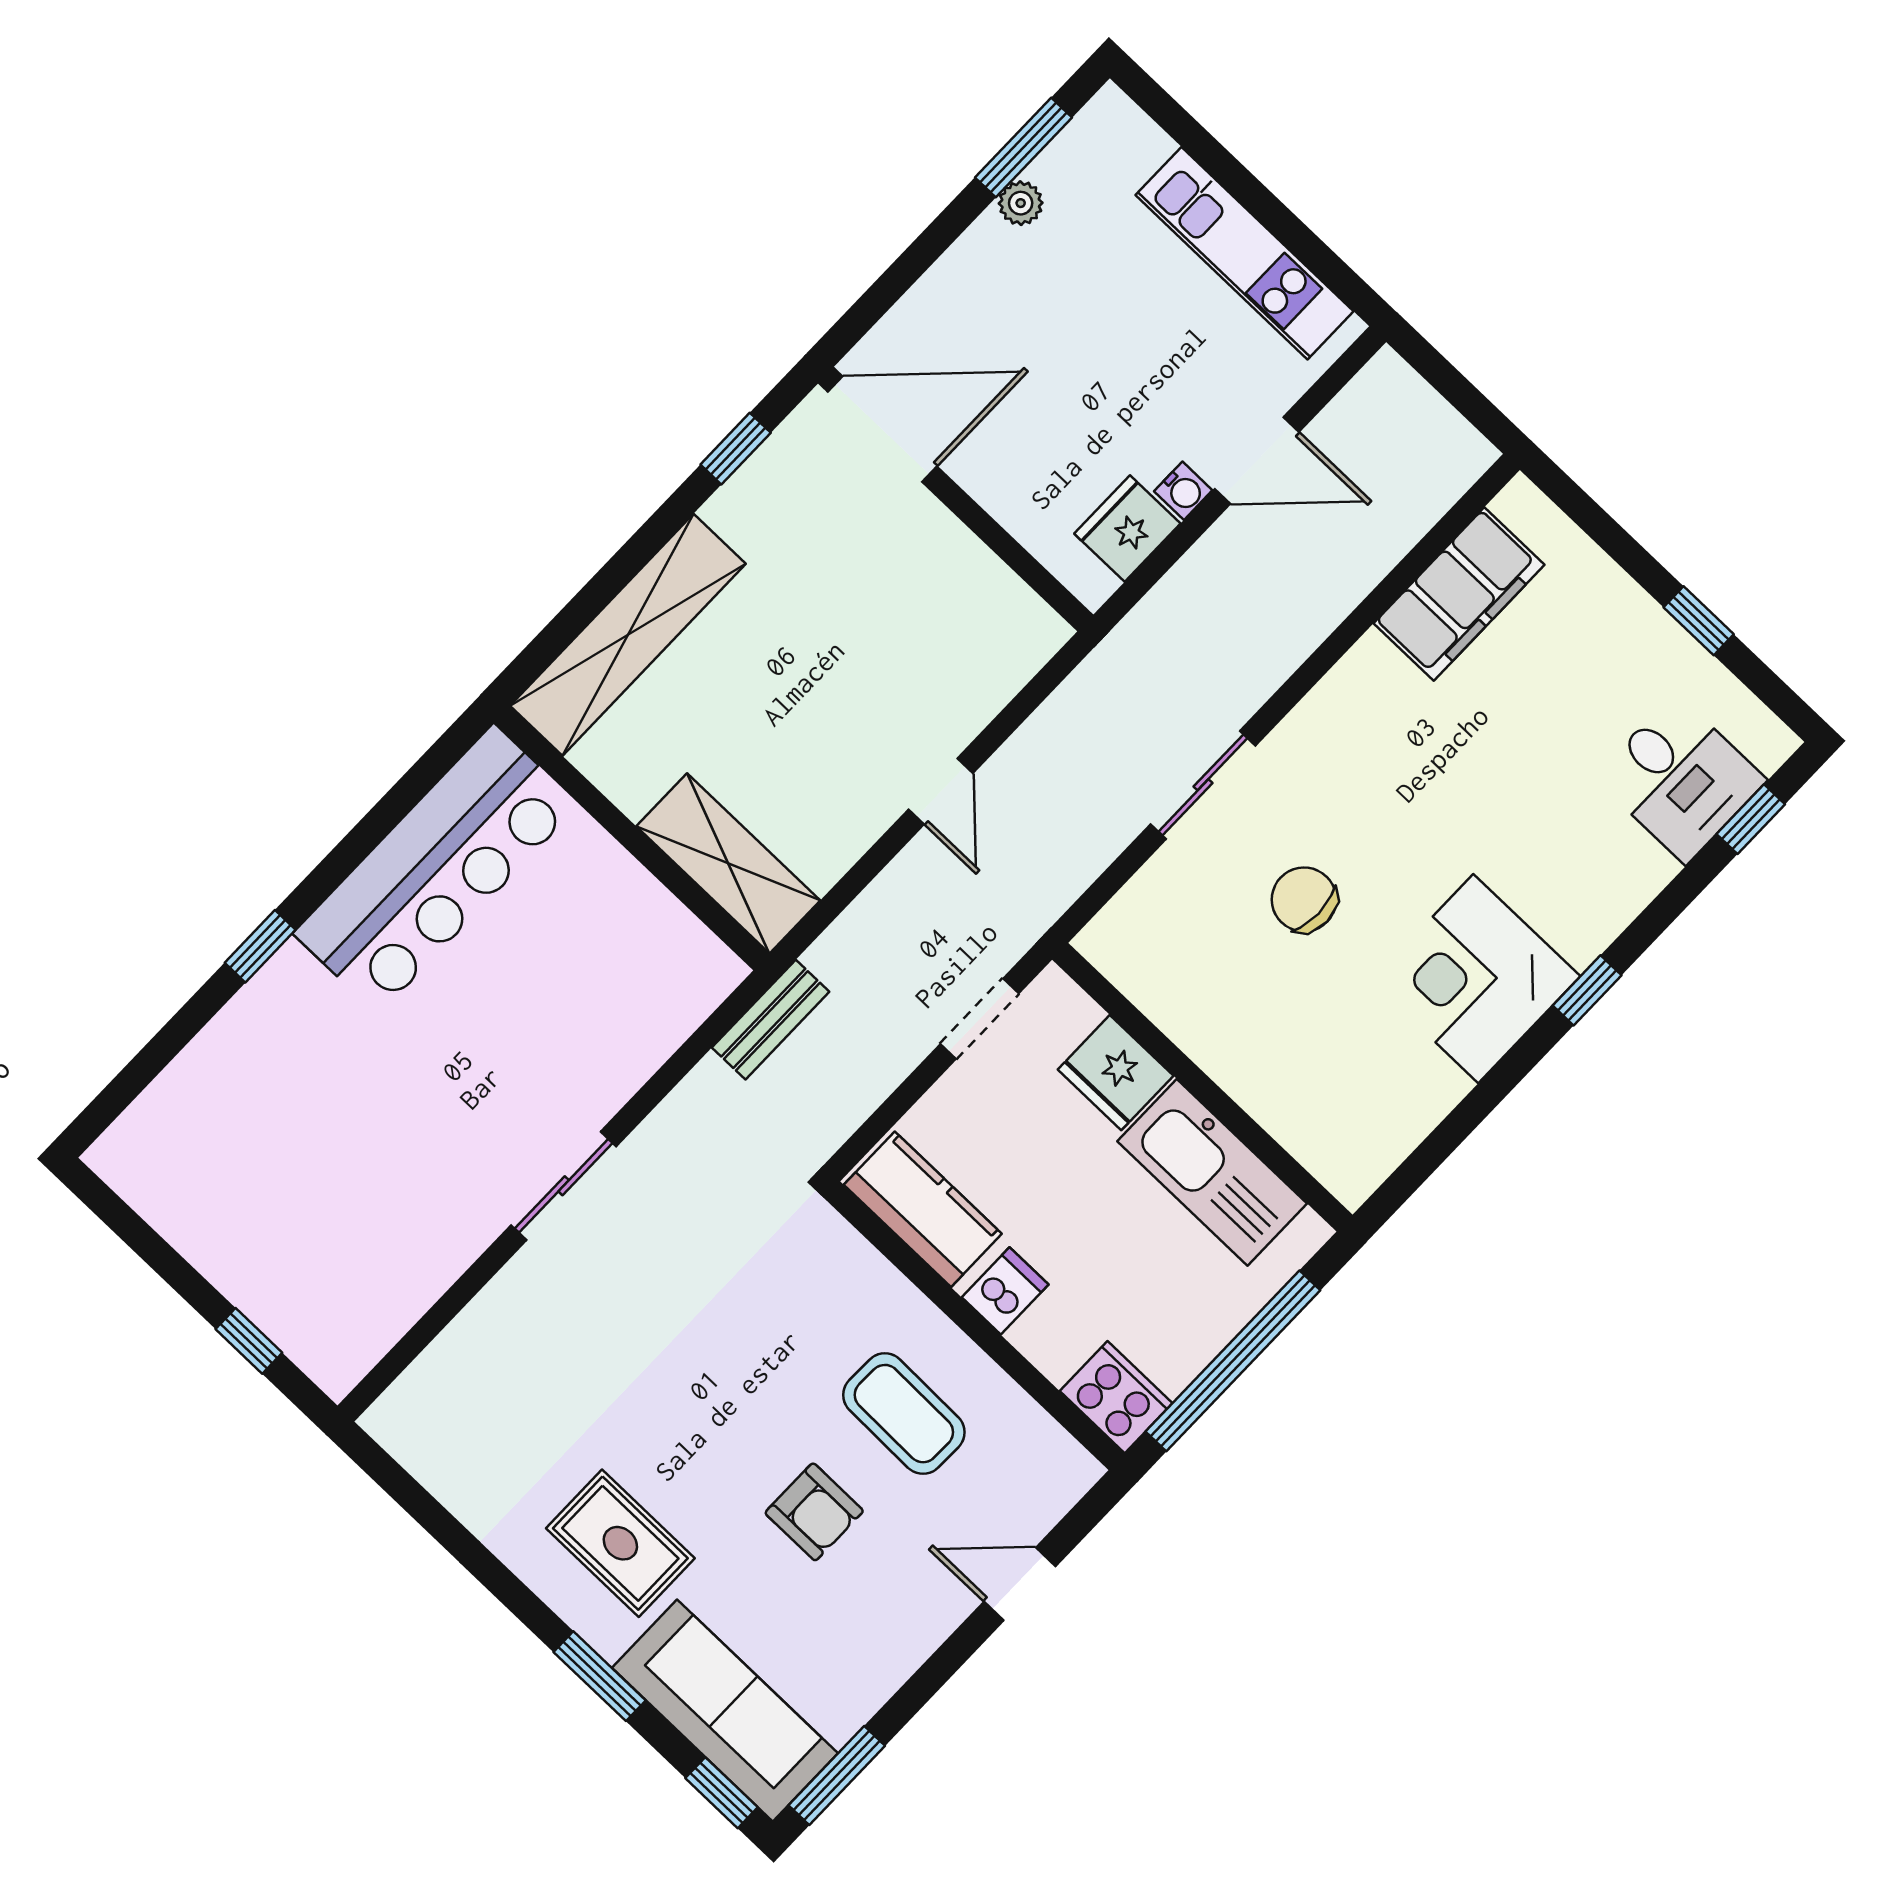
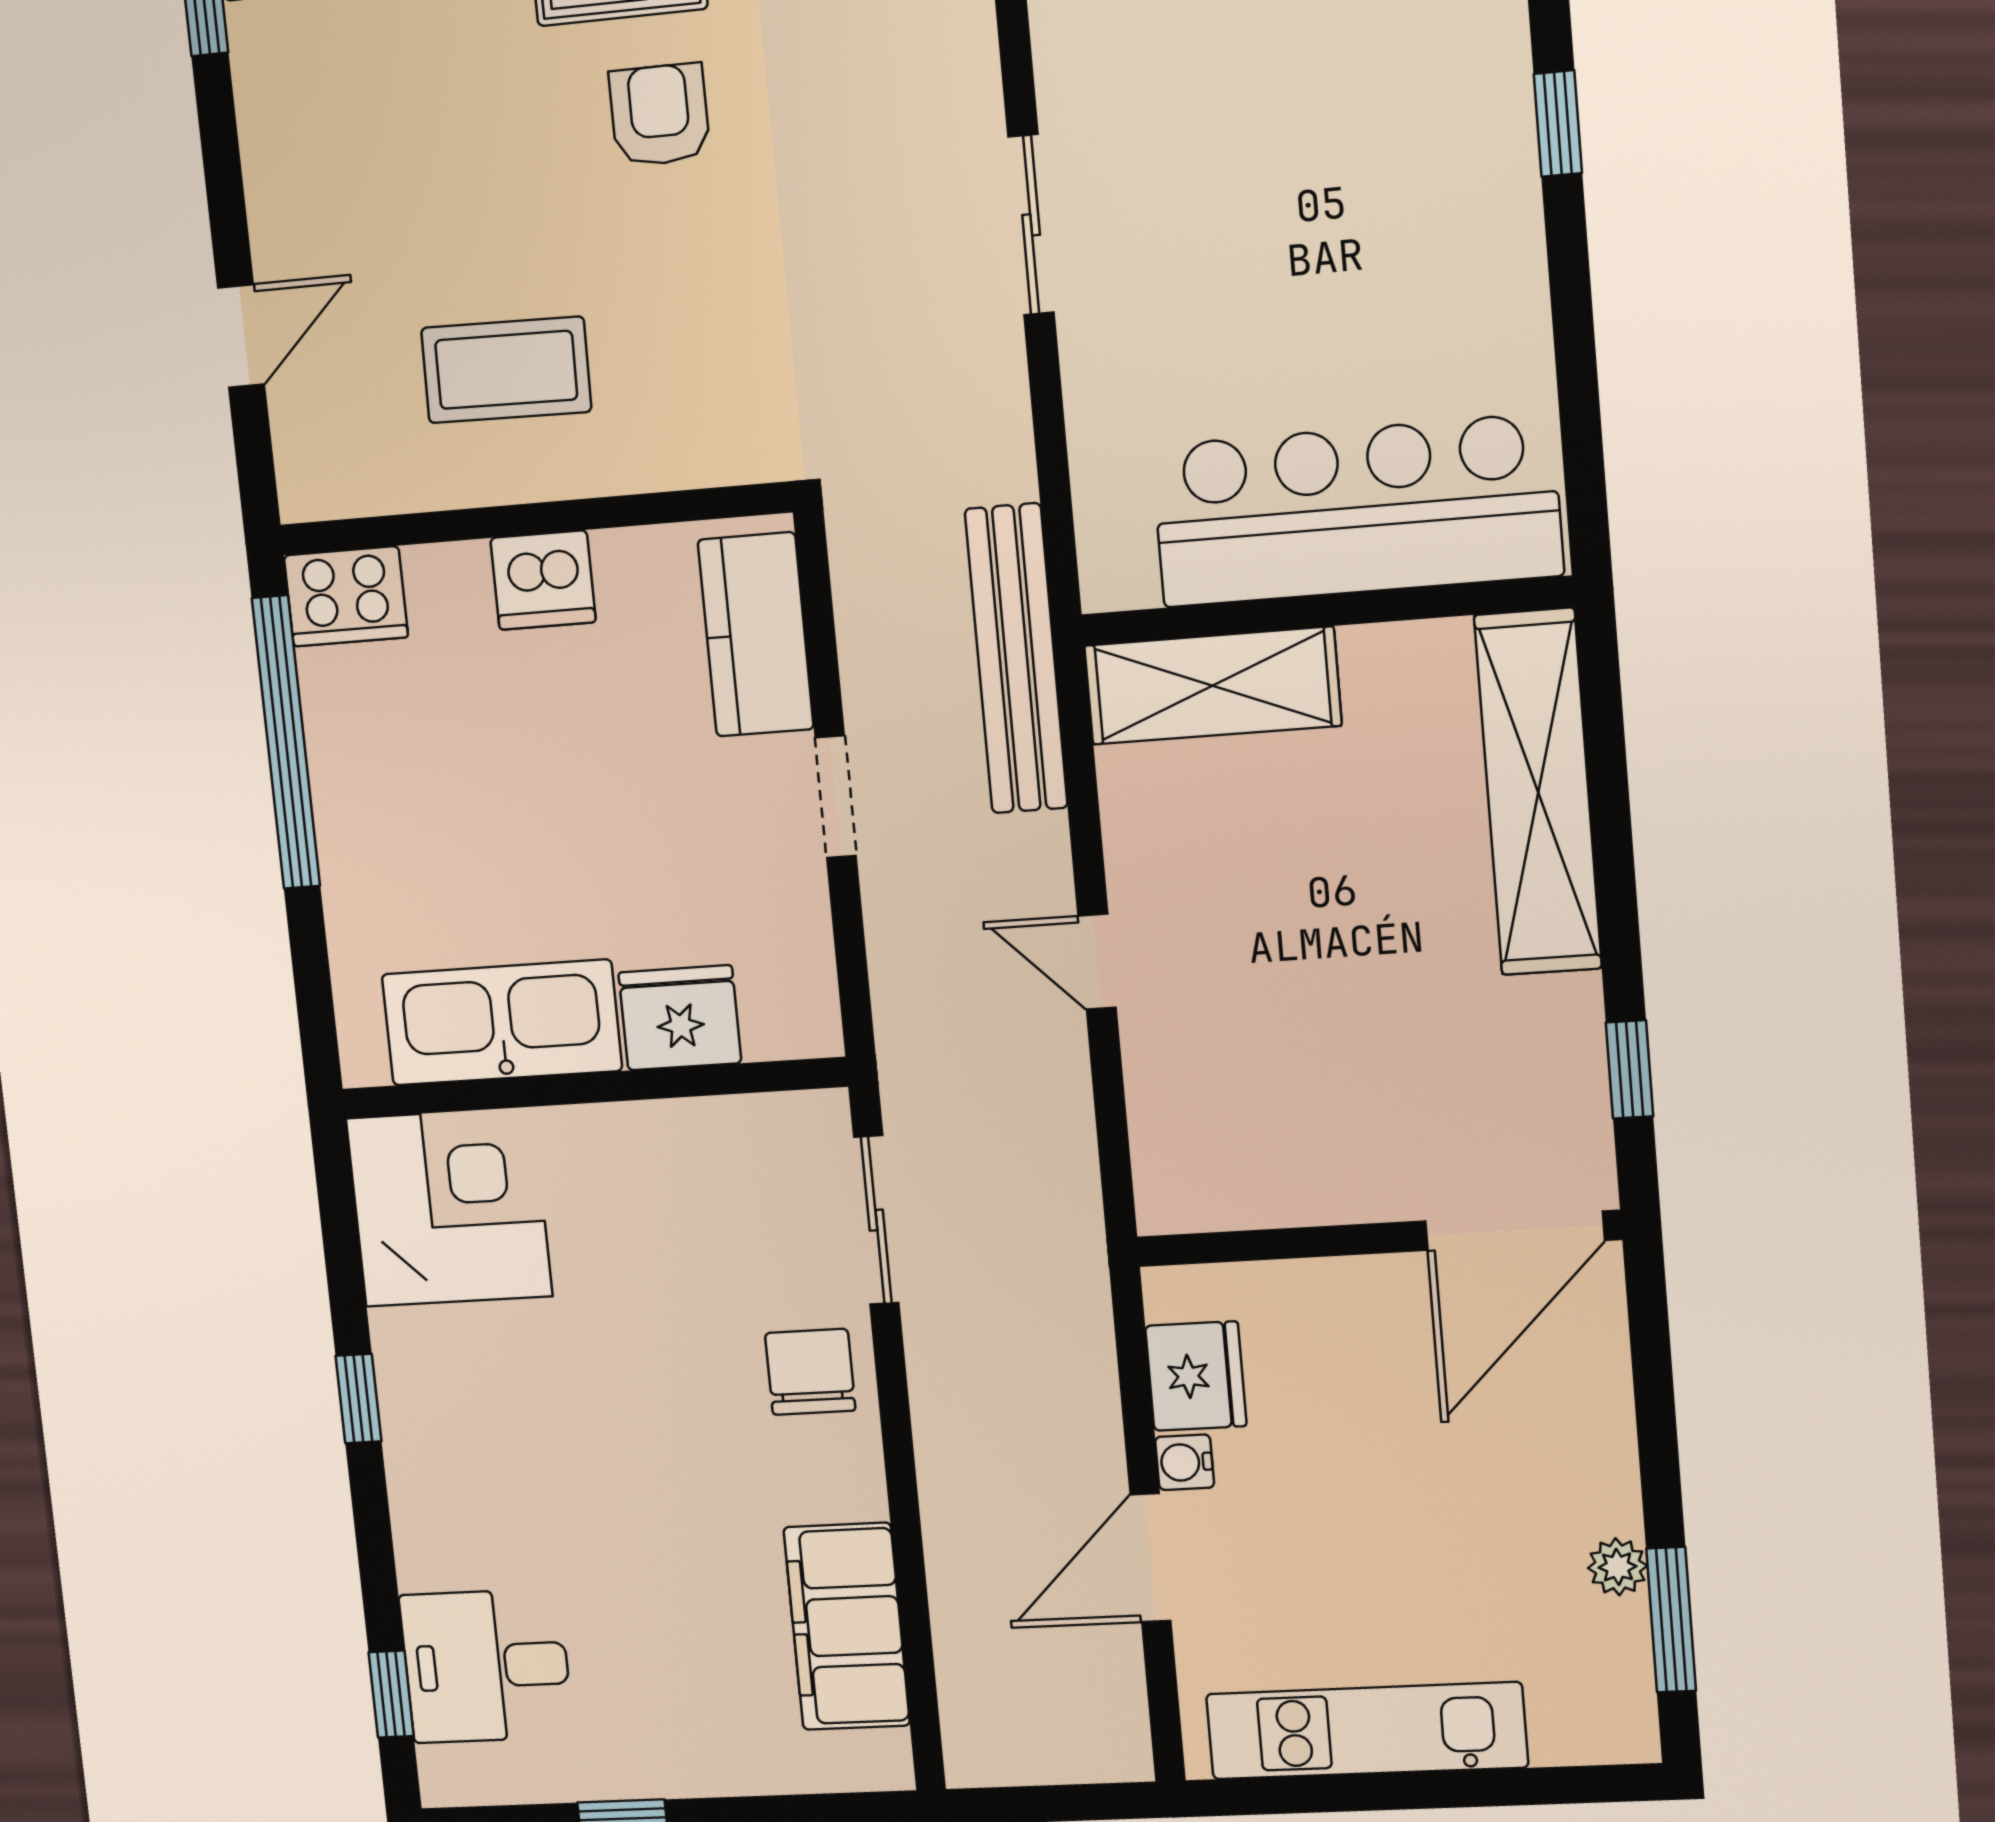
bar counter: (436, 869) -> (1357, 511), moved, turned 90
chair: (1304, 899) -> (810, 1372), moved, turned -90
corner desk: (1476, 979) -> (449, 1207), moved
bench: (771, 1020) -> (1016, 659), width x1.86, depth x1.21
fridge: (1116, 1073) -> (680, 1018), moved
wall: (1202, 1087) -> (593, 1088), moved
kitchen sink: (1212, 1172) -> (502, 1023), moved
kitchen counter: (923, 1209) -> (756, 635), moved, turned 90
dishwasher: (1005, 1291) -> (543, 580), width x1.38
armchair: (814, 1512) -> (659, 115), moved, turned 90

